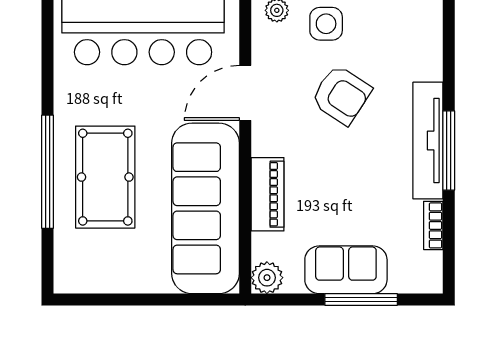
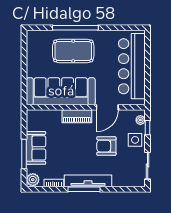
door: (245, 93) -> (107, 107), swing flipped
armchair: (341, 95) -> (106, 146), turned 57
piano: (267, 194) -> (77, 116), moved
plant: (267, 278) -> (33, 180), moved

